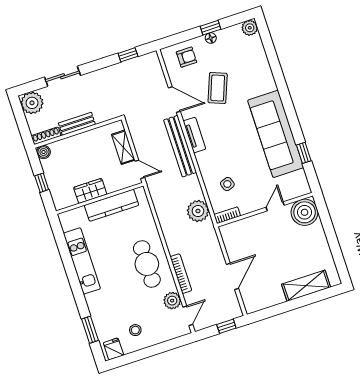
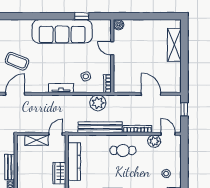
tv unit: (194, 135) -> (61, 88), moved
bench: (180, 146) -> (100, 127), moved
boiler: (305, 212) -> (119, 25), width x0.54, depth x0.54
cafe table: (147, 264) -> (123, 150), width x0.73, depth x0.74

